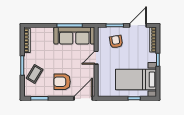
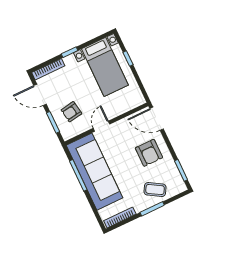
sofa: (74, 36) -> (94, 172), width x1.36, depth x1.27
door: (96, 58) -> (101, 126), swing flipped

